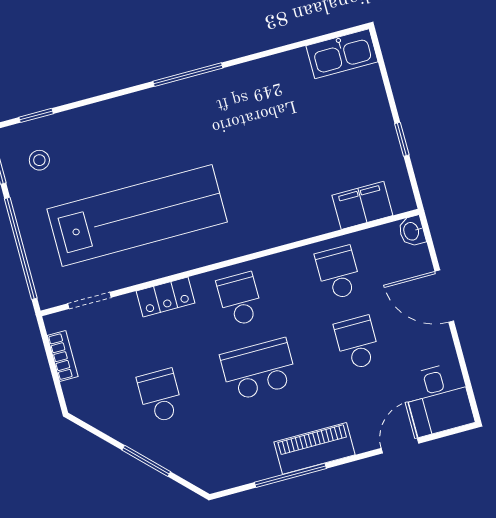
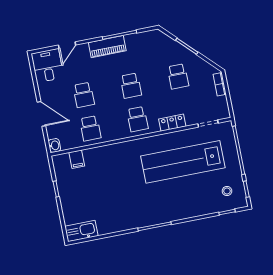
filing cabinet: (362, 205) -> (77, 159), width x0.50
bookcase: (63, 356) -> (220, 84), moved
school desk: (259, 369) -> (131, 86), width x0.54

